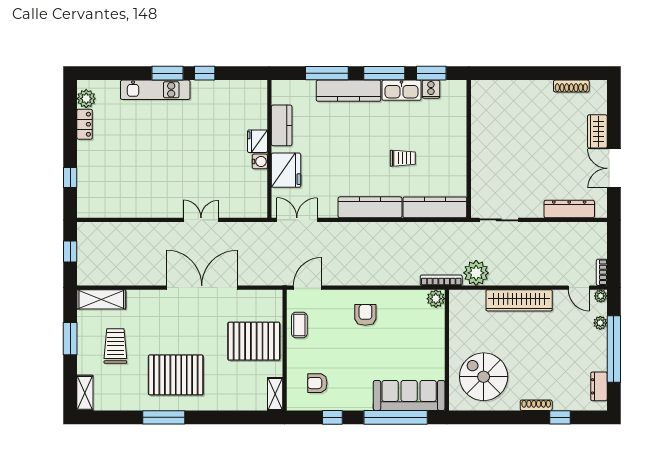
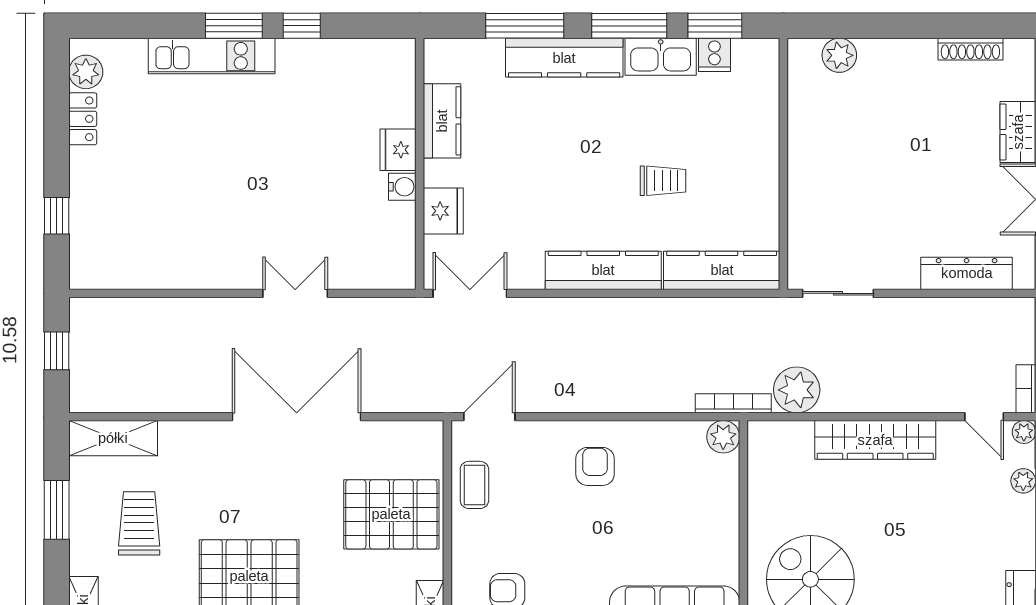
plant: (499, 89) -> (839, 55), added
fridge: (286, 170) -> (443, 211), width x0.73, depth x0.75

